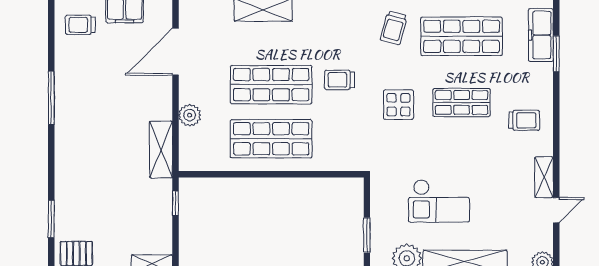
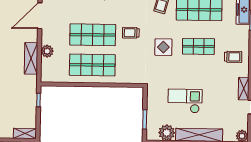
shelving: (161, 150) -> (31, 58), moved
checkout: (439, 201) -> (185, 101), turned 180

